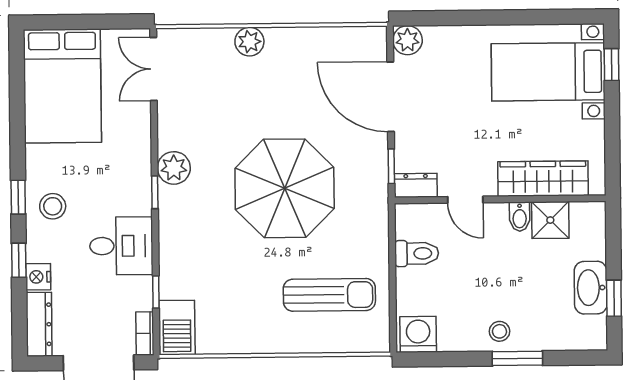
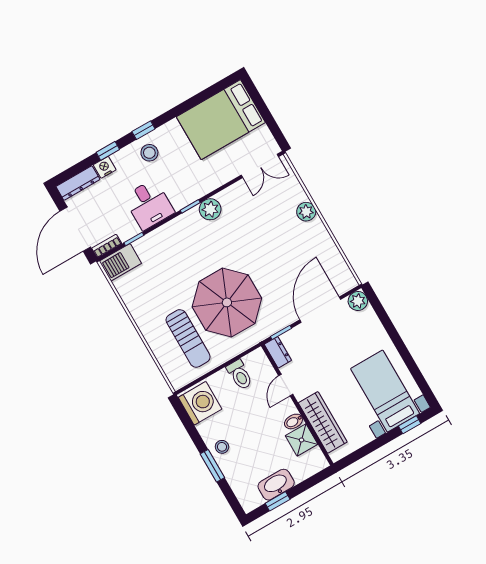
double door: (154, 69) -> (260, 166), swing flipped
parasol: (285, 188) -> (227, 302), moved
washing machine: (418, 334) -> (200, 403), width x1.37, depth x1.37

